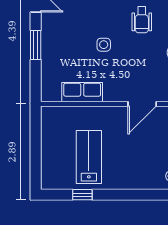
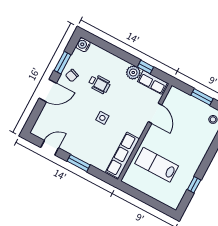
row of seats: (82, 92) -> (123, 155), width x1.48
lab bench: (89, 157) -> (157, 165), moved

